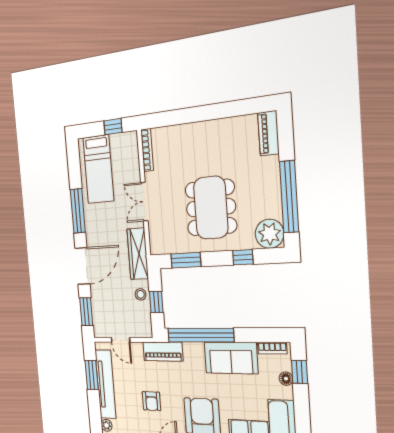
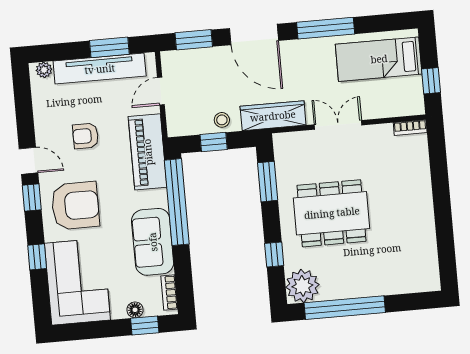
piano: (268, 133) -> (416, 282), removed
bookcase: (147, 150) -> (410, 128), width x0.64
piano: (163, 352) -> (148, 152), width x1.37, depth x1.33

